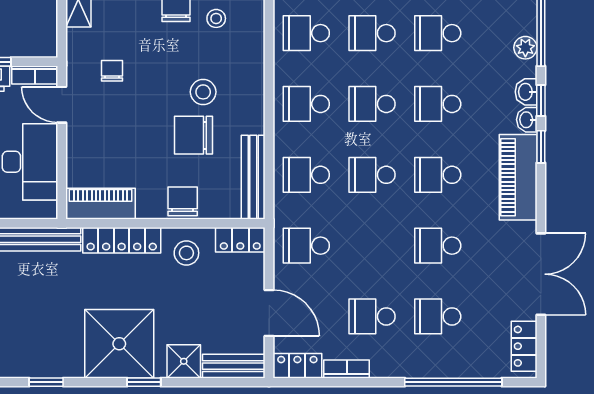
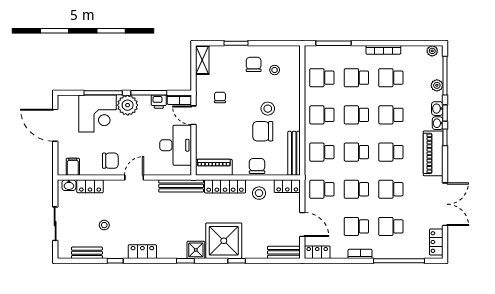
school desk: (372, 246) -> (356, 189), added
shower: (184, 361) -> (196, 250), moved
bookcase: (347, 369) -> (360, 254), moved

